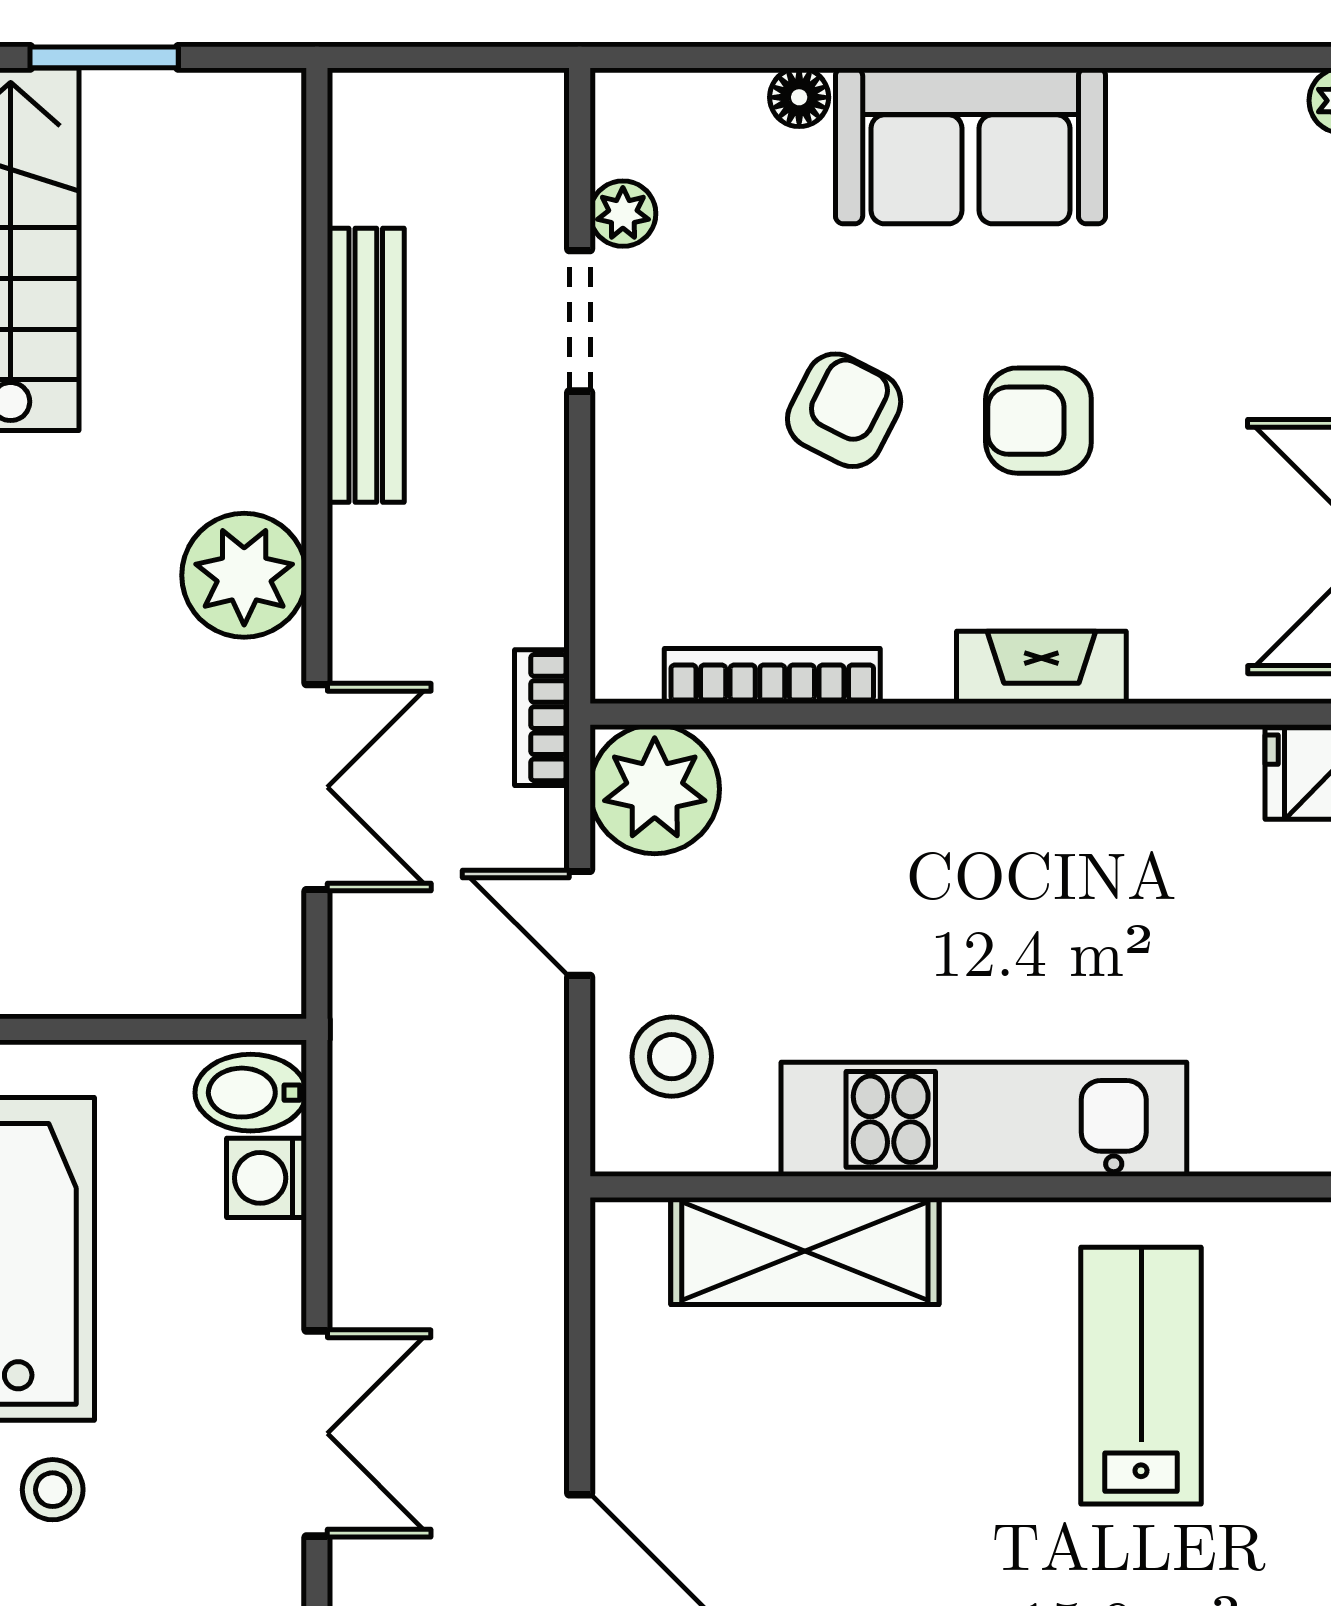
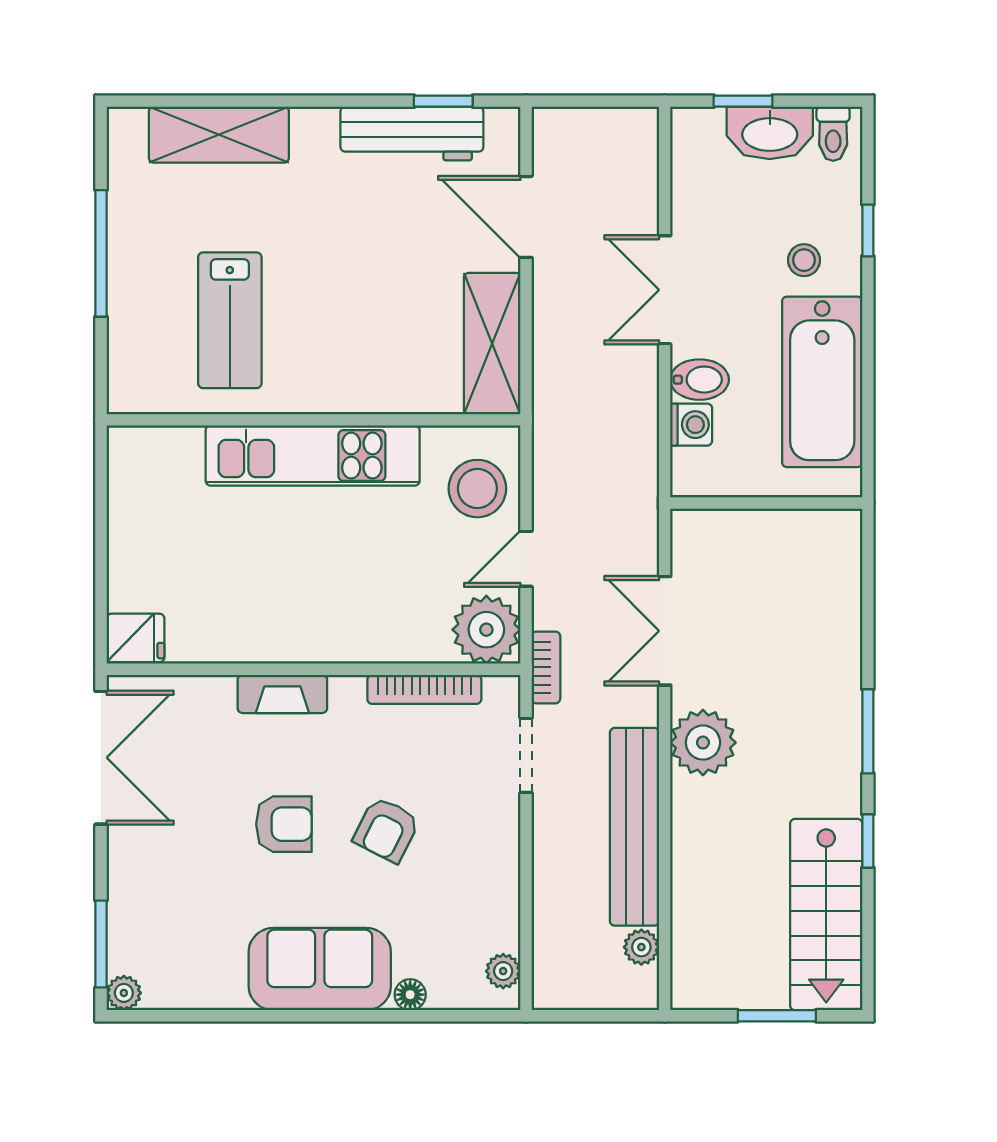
plant: (361, 188) -> (641, 947), added
plant: (623, 214) -> (503, 971), moved
doorway: (580, 321) -> (526, 755), moved
bench: (366, 365) -> (634, 827), width x1.37, depth x1.21
door: (580, 923) -> (526, 559), swing flipped
stool: (672, 1057) -> (477, 489), width x1.38, depth x1.38
bidet: (251, 1093) -> (700, 380), moved
shelving: (805, 1251) -> (492, 344), moved, turned 90

